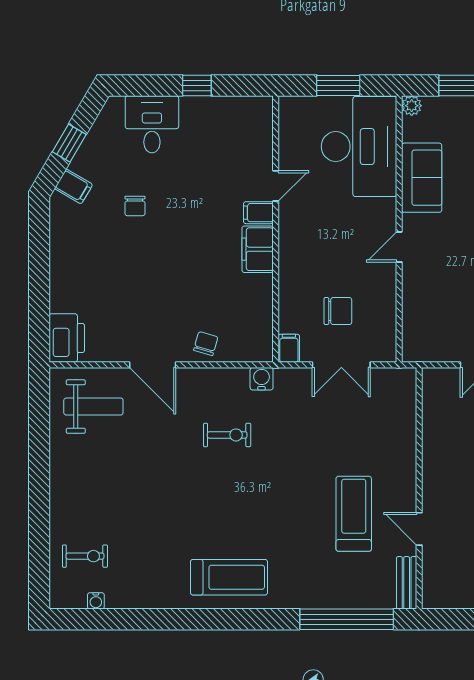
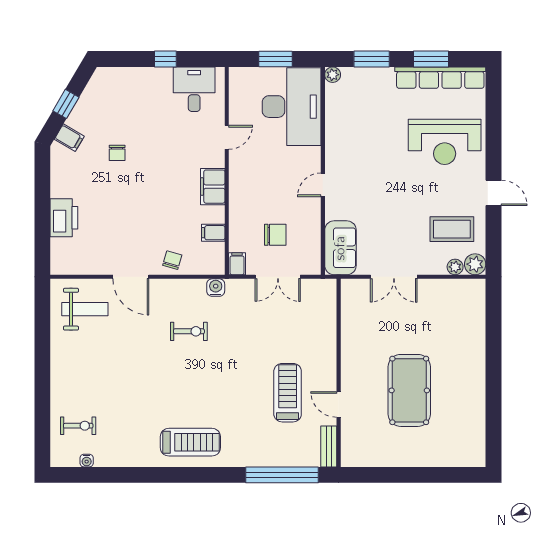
desk: (152, 124) -> (194, 89), moved
sofa: (422, 178) -> (340, 248), moved
filing cabinet: (258, 213) -> (213, 233), moved
printer: (67, 338) -> (64, 218), moved

